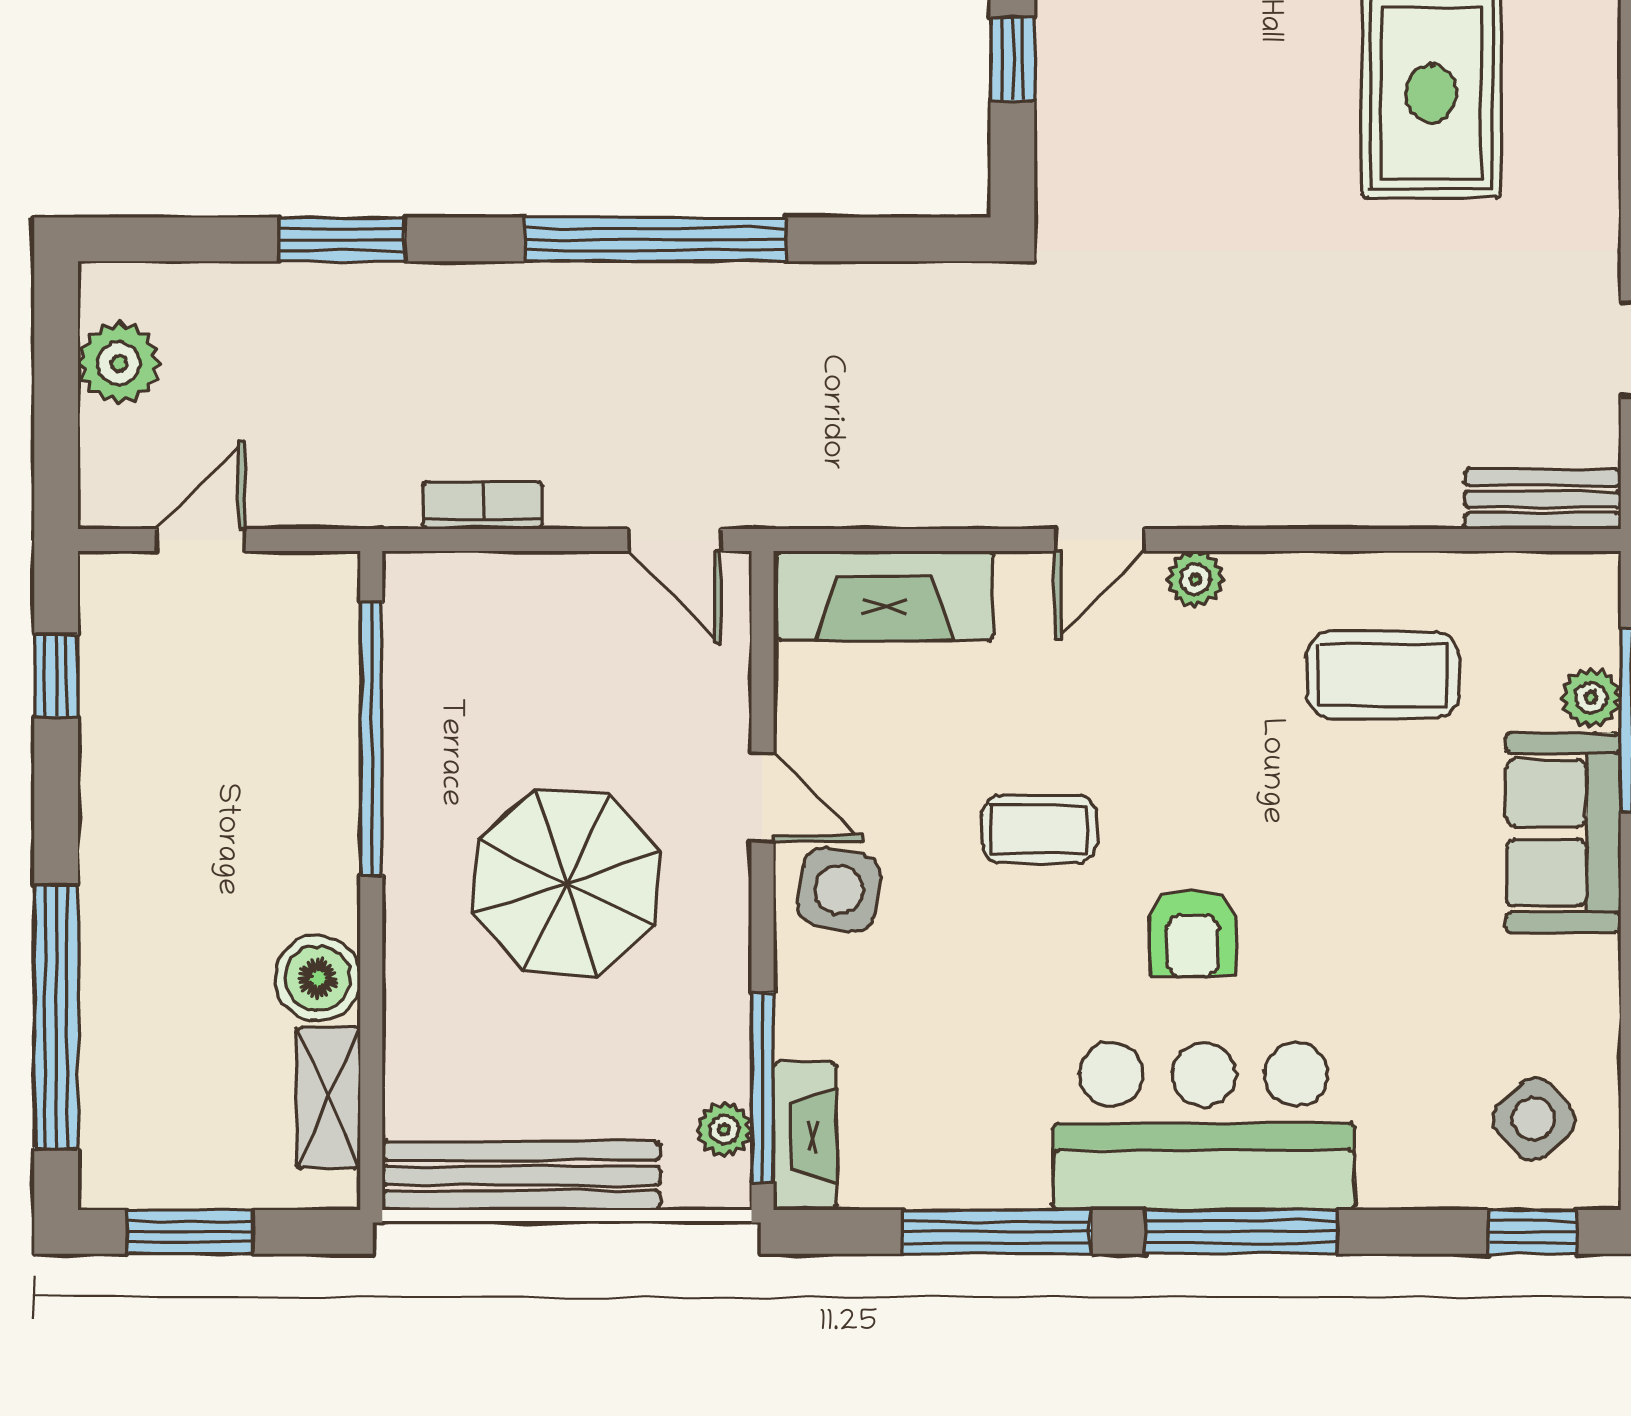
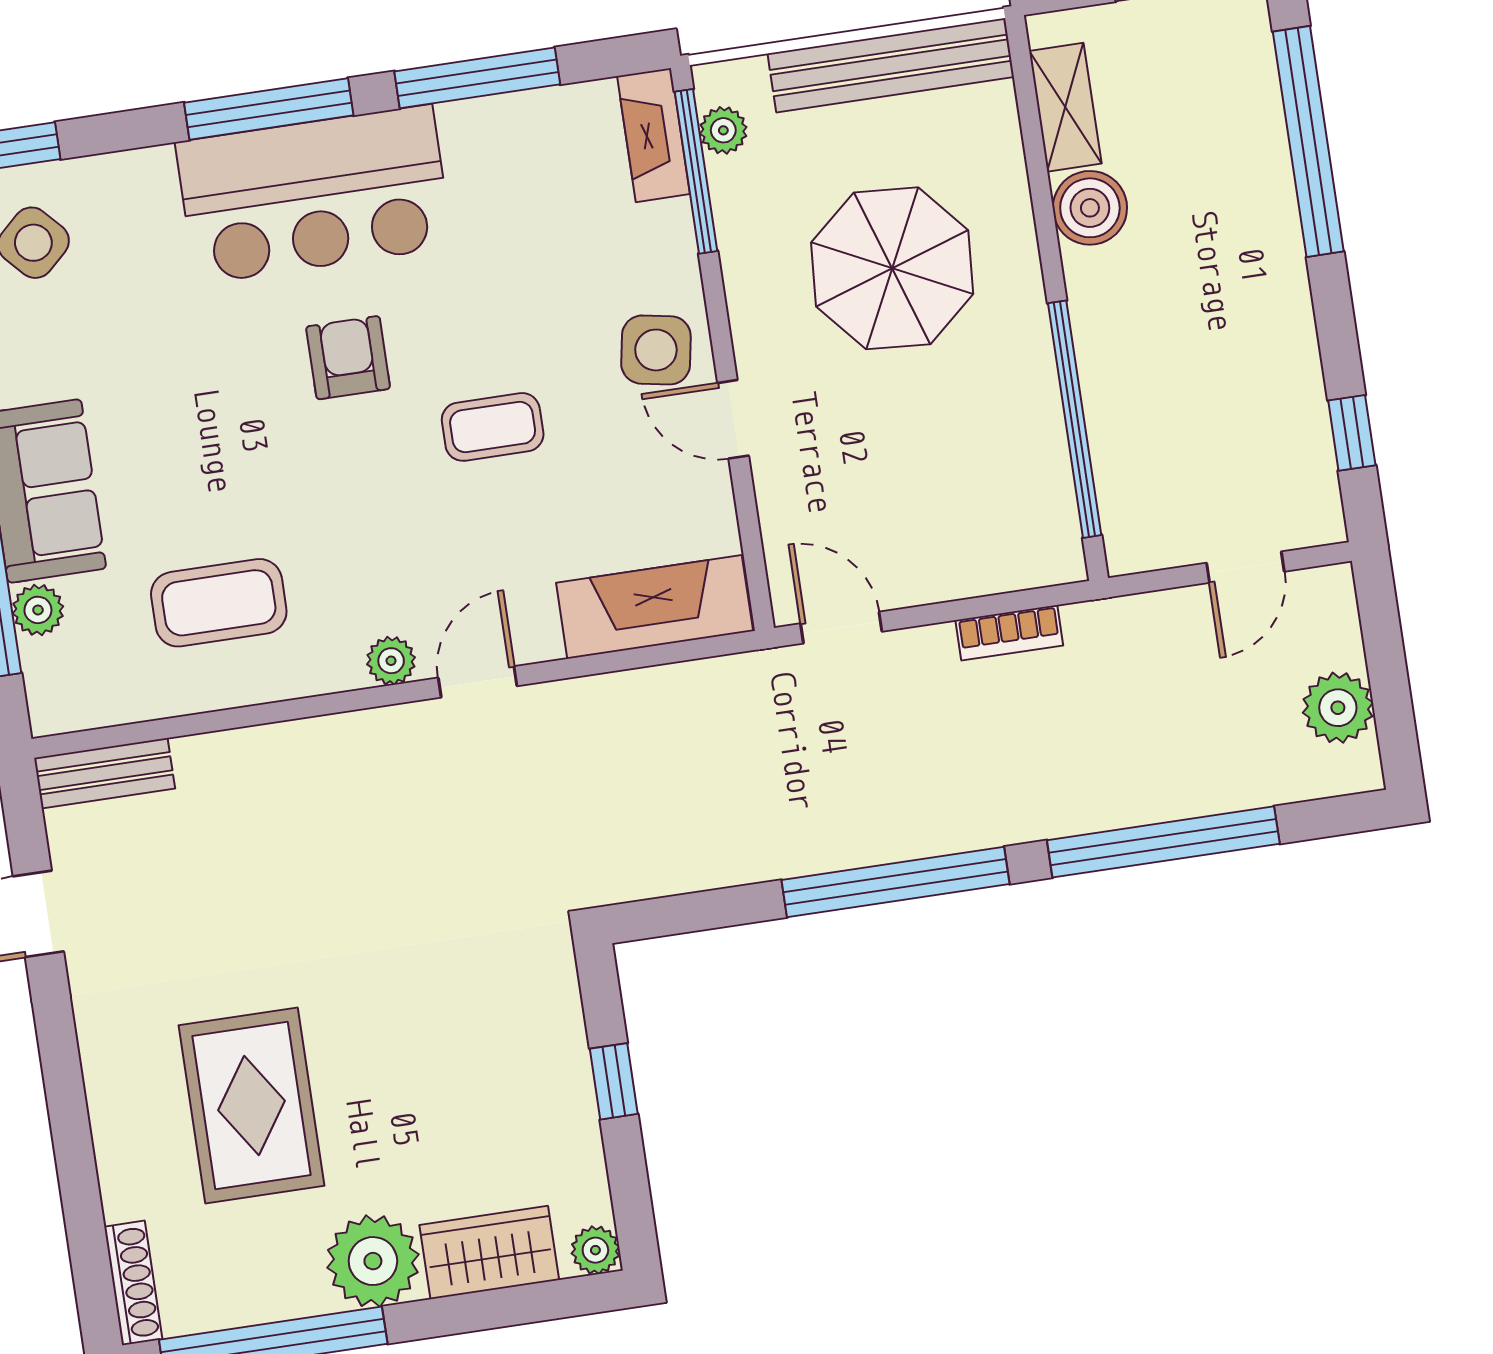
window: (342, 239) -> (1163, 842), width x2.11
parasol: (567, 883) -> (892, 268), moved

